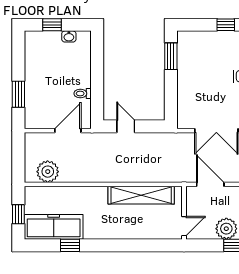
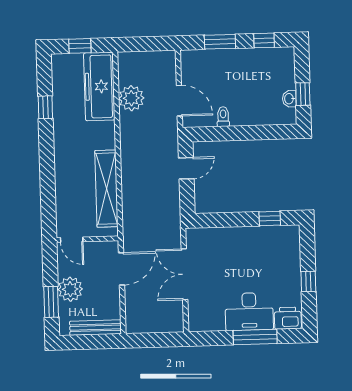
window: (52, 25) -> (303, 94), moved
window: (171, 56) -> (270, 218), width x0.67
window: (18, 57) -> (264, 40), added
plant: (48, 172) -> (131, 98), moved
freezer: (54, 227) -> (99, 86), moved, turned 180

